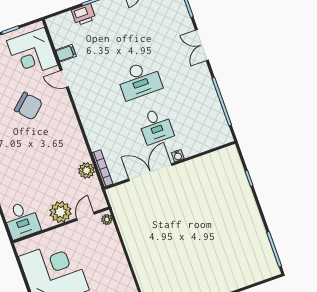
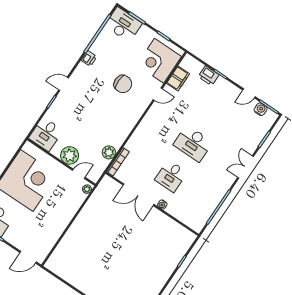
filing cabinet: (66, 53) -> (178, 79), width x2.00
door: (64, 79) -> (158, 94), swing flipped
chair: (28, 106) -> (123, 84), turned -48
double door: (150, 172) -> (139, 195), swing flipped

